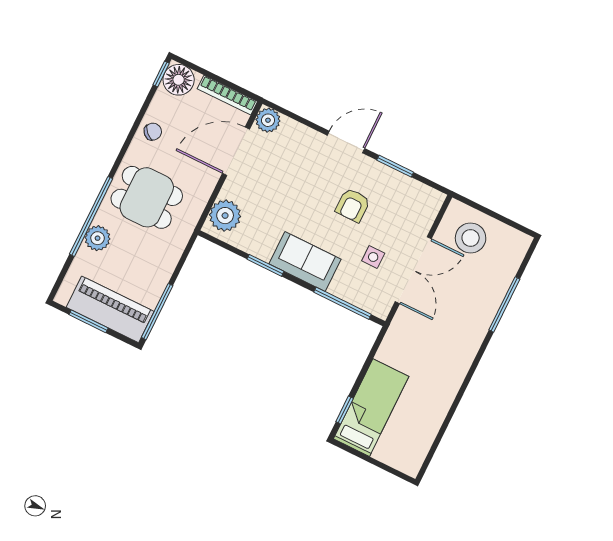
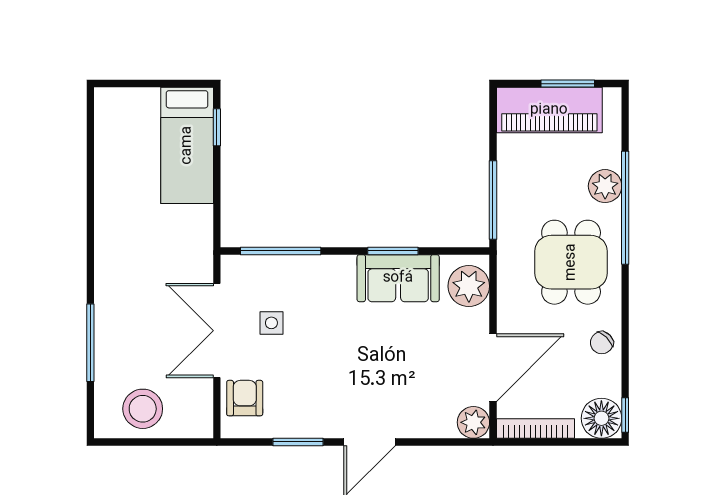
dining table: (147, 197) -> (571, 262), turned 90
armchair: (353, 205) -> (245, 398), moved
stool: (471, 238) -> (143, 409), moved
sofa: (305, 262) -> (398, 278), moved
window: (157, 312) -> (493, 200), moved

